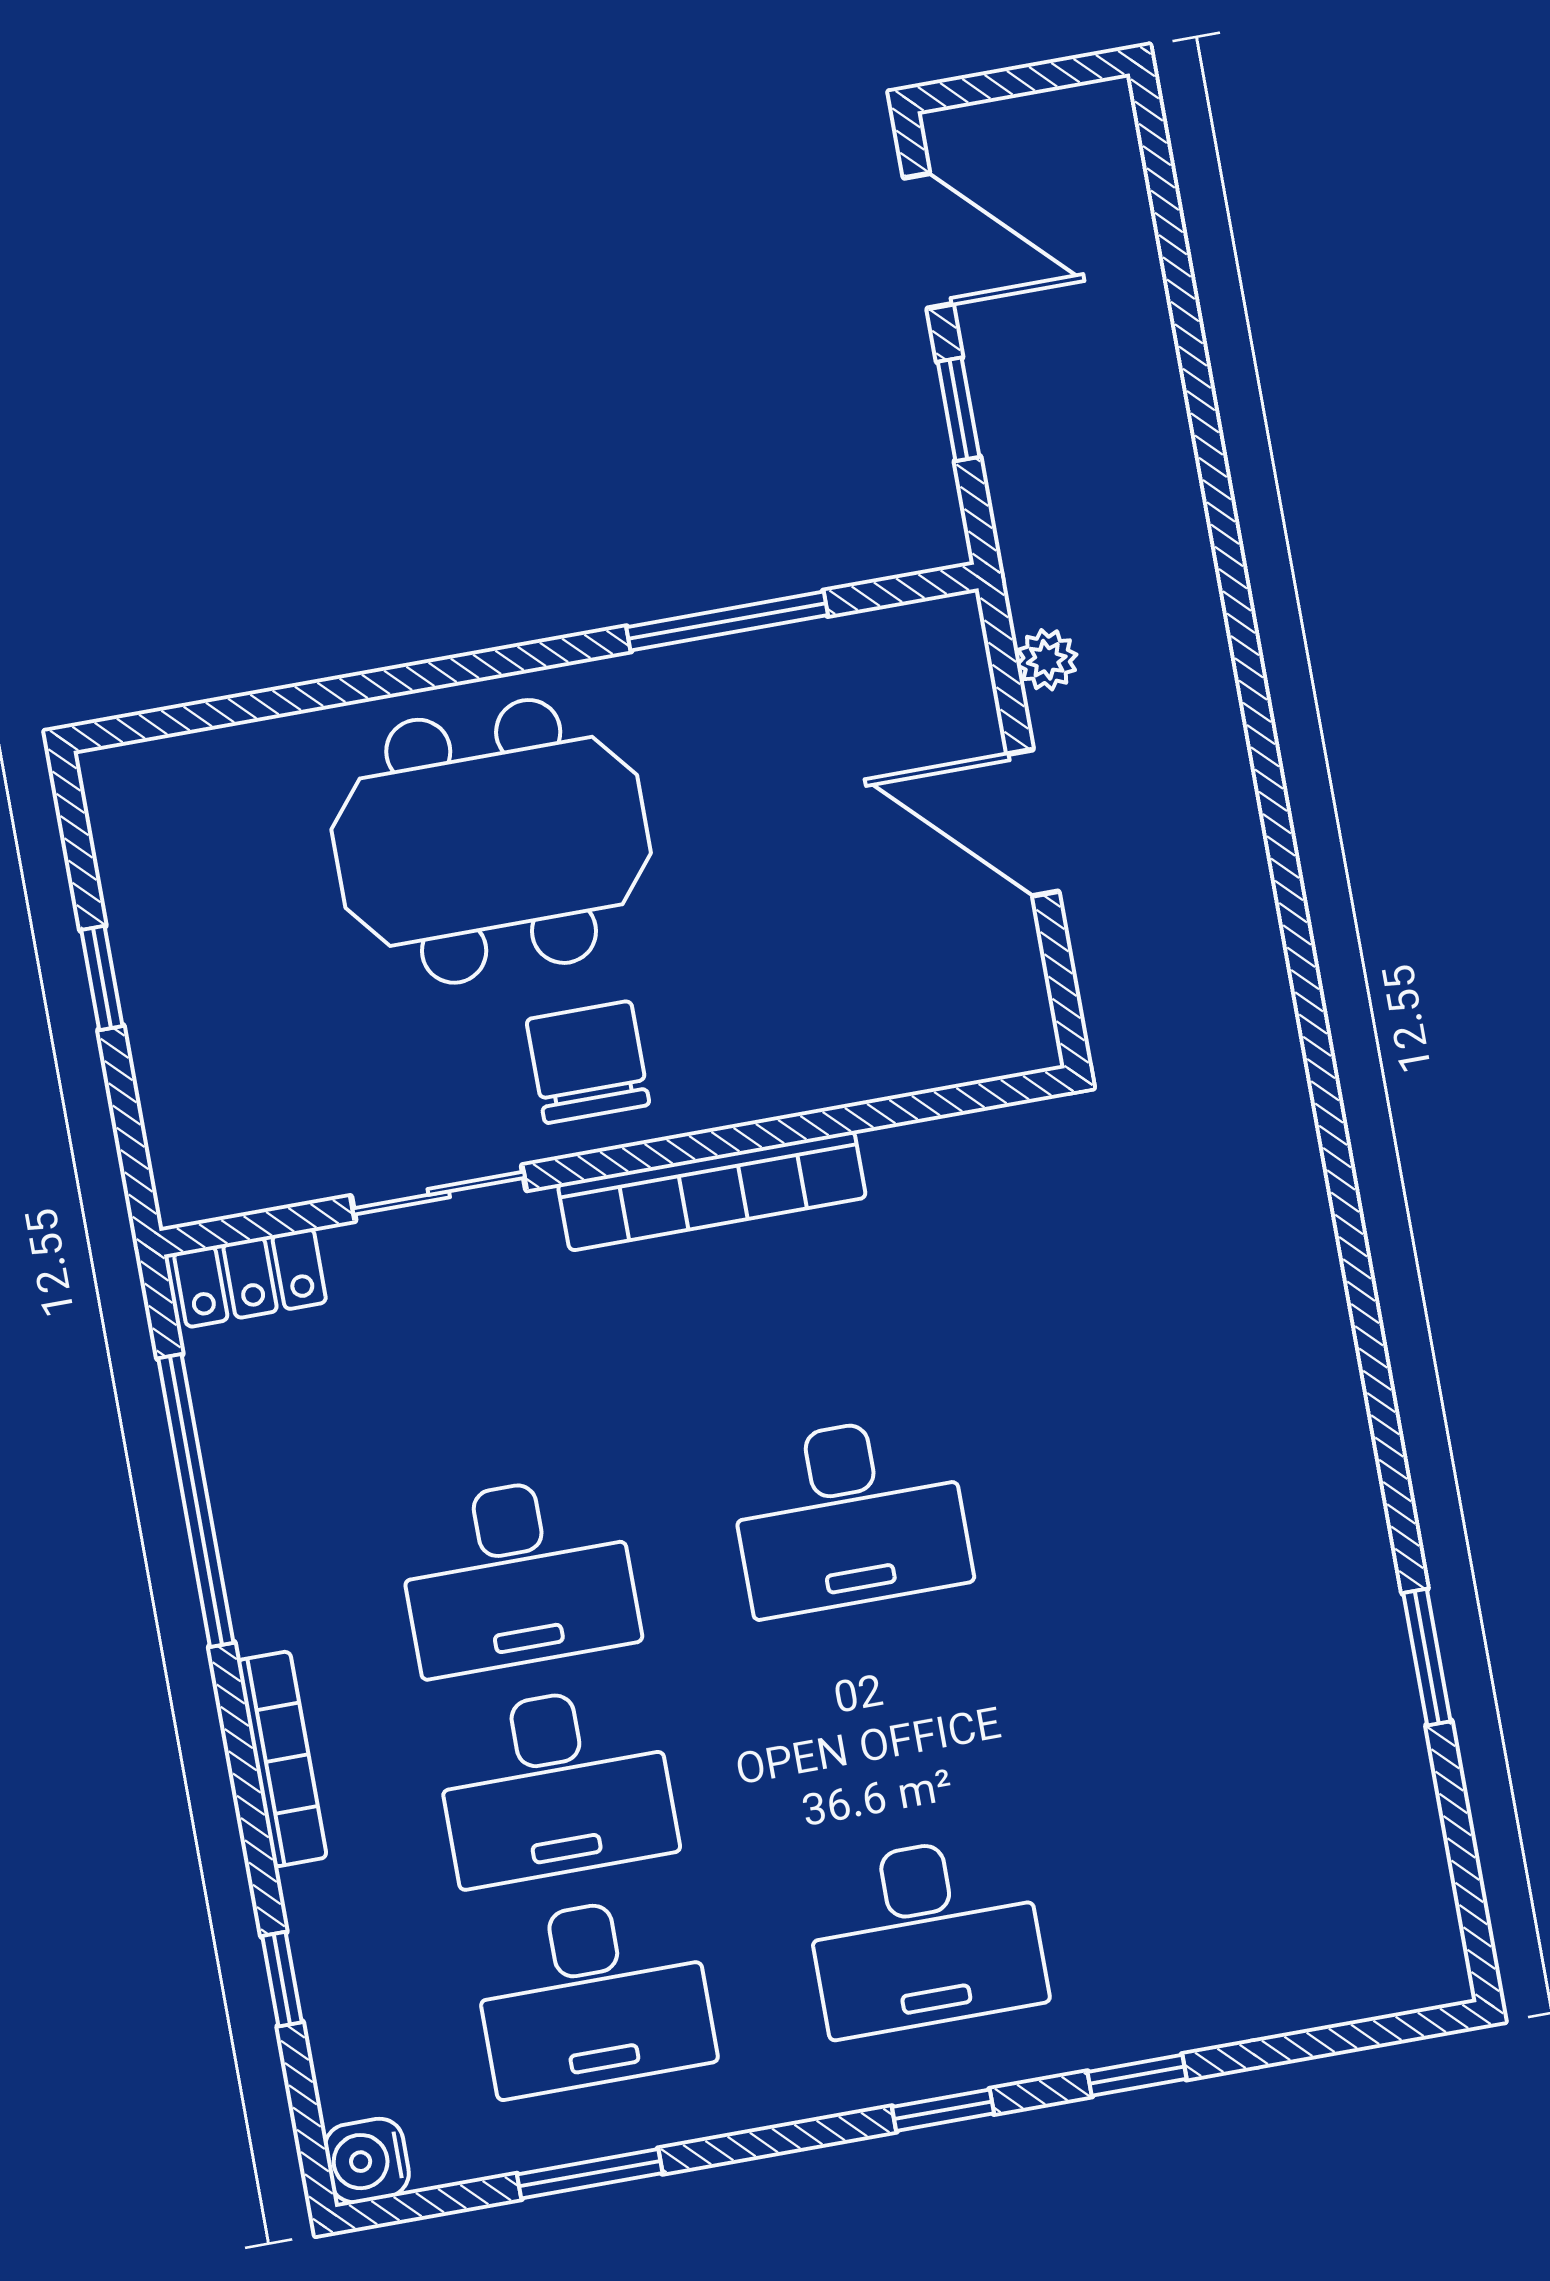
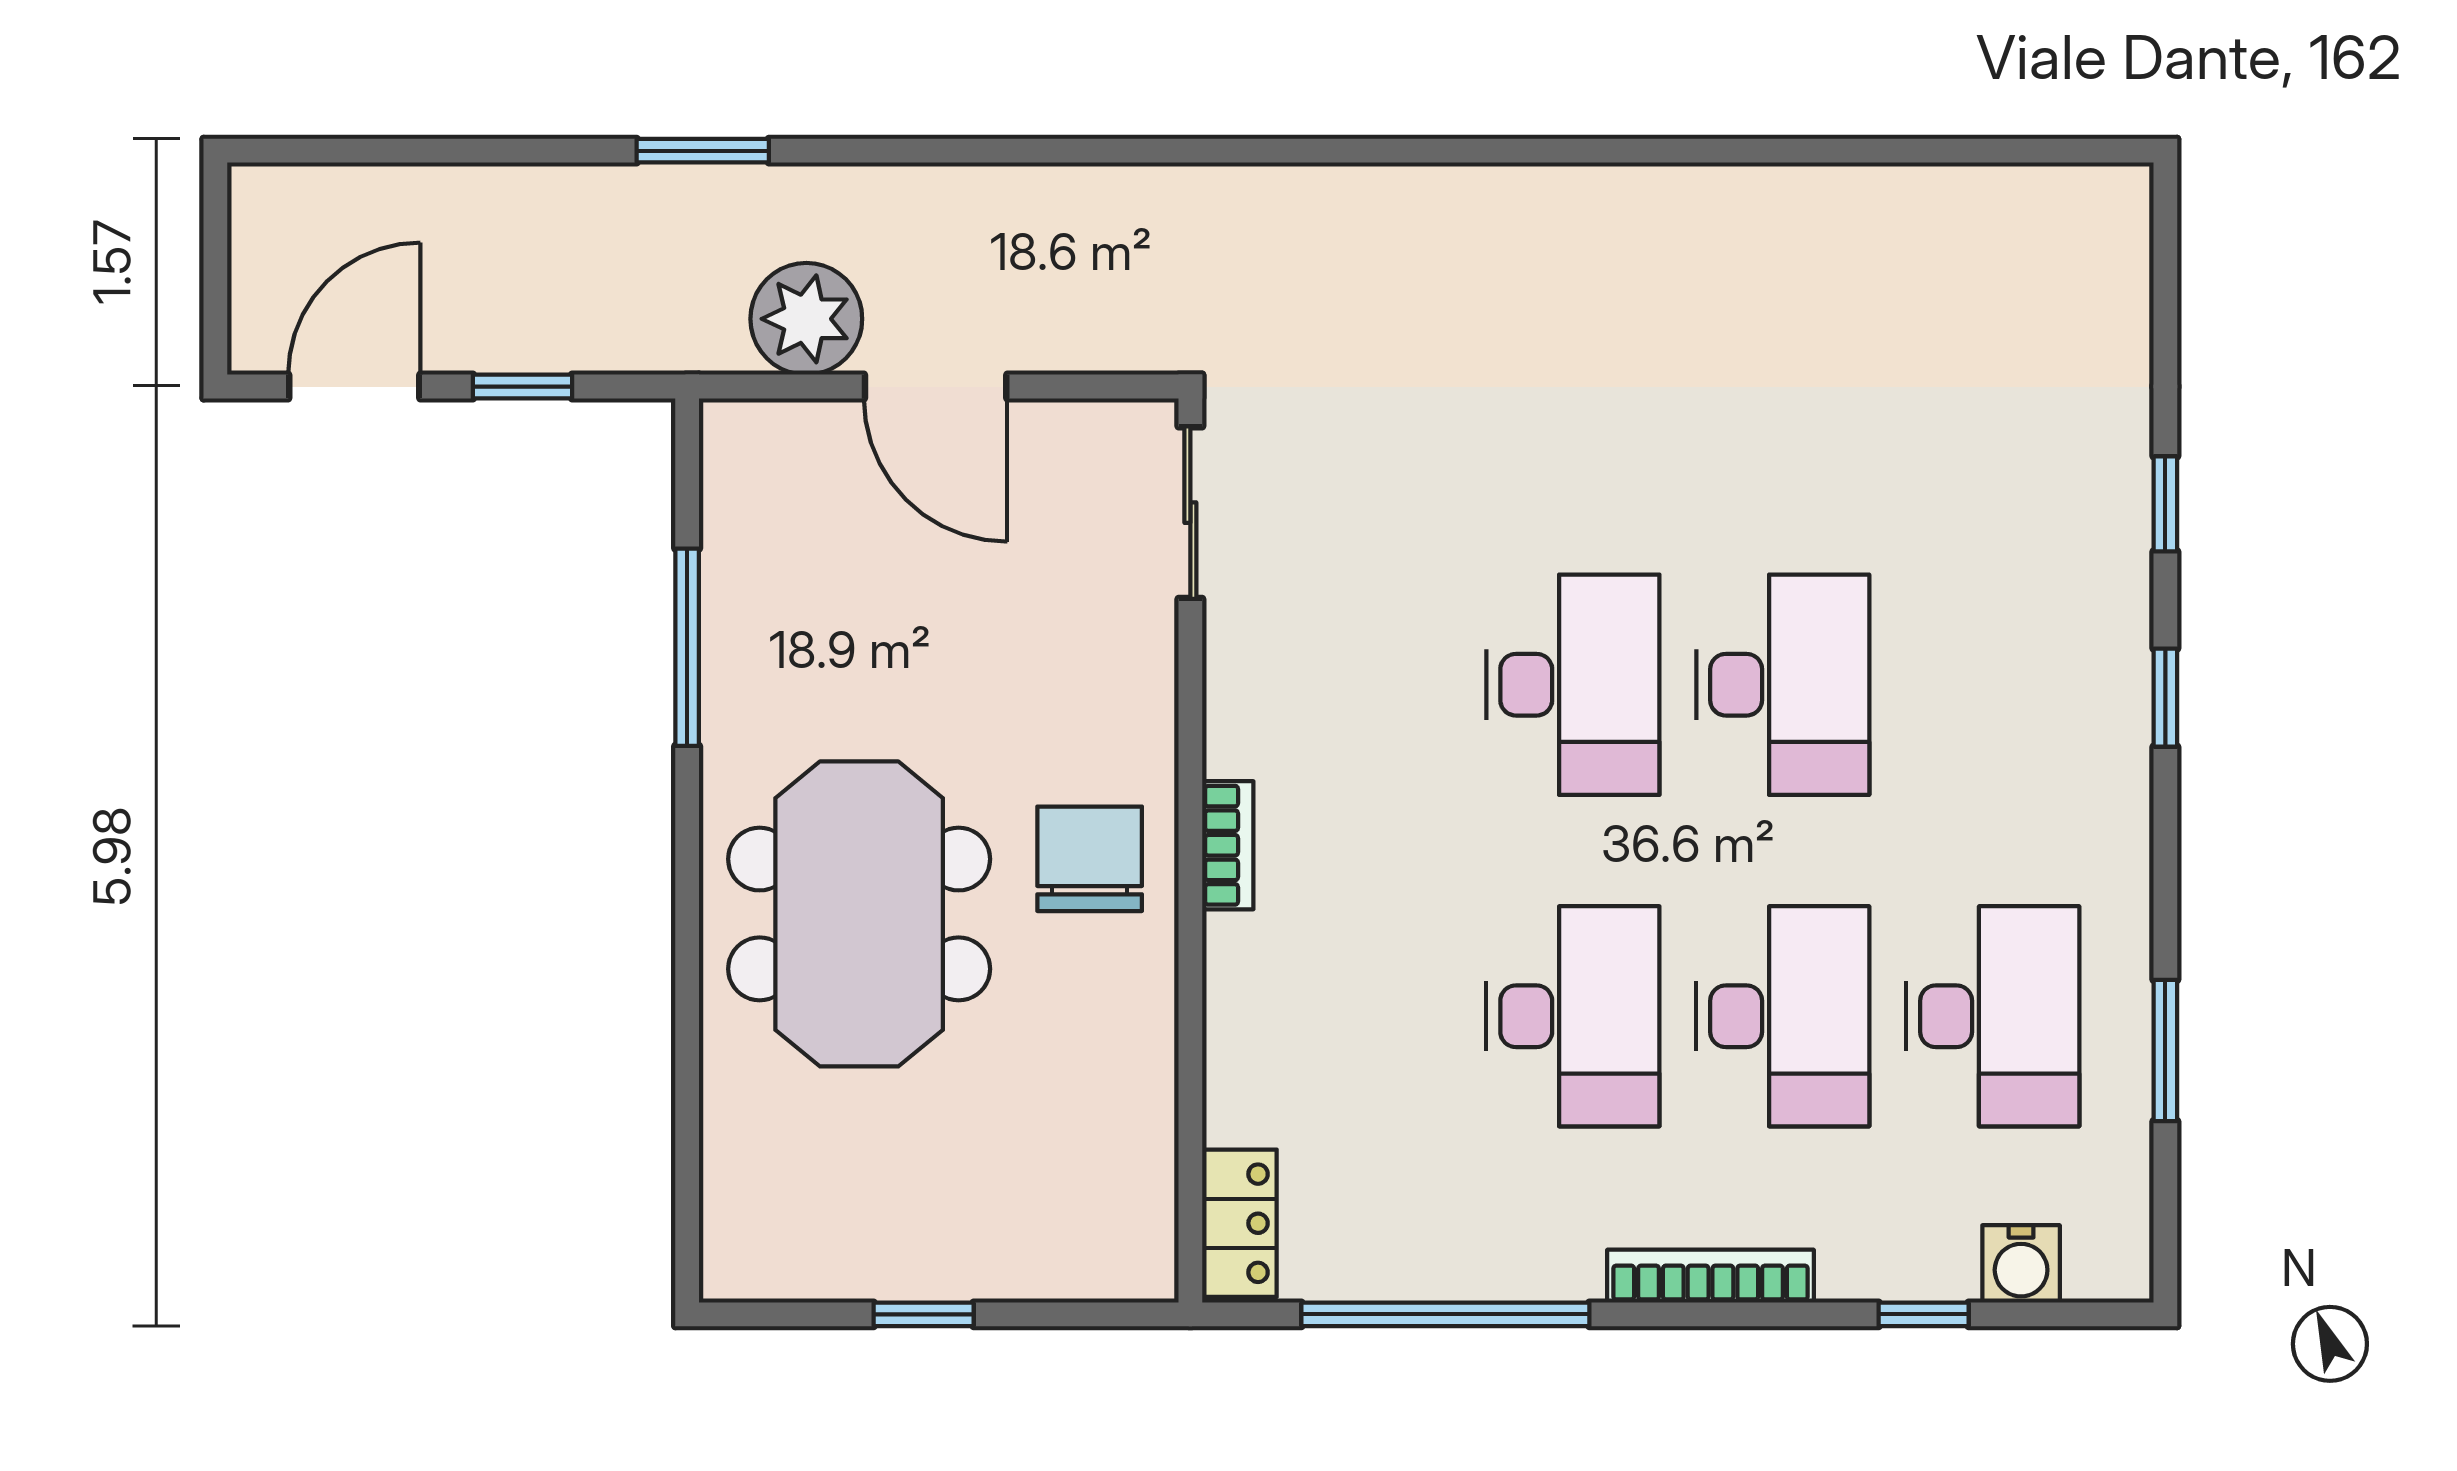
plant: (1047, 660) -> (806, 319), width x1.88, depth x1.88
door: (1033, 823) -> (936, 387), hinge flipped
chair: (588, 1062) -> (1090, 859), turned 90
bookcase: (712, 1191) -> (1228, 845), width x0.43, depth x0.76
sliding door: (439, 1193) -> (1190, 513), moved
window: (1427, 1657) -> (703, 151), moved
desk: (925, 1935) -> (1783, 685), moved
water cooler: (367, 2160) -> (2021, 1264), moved

